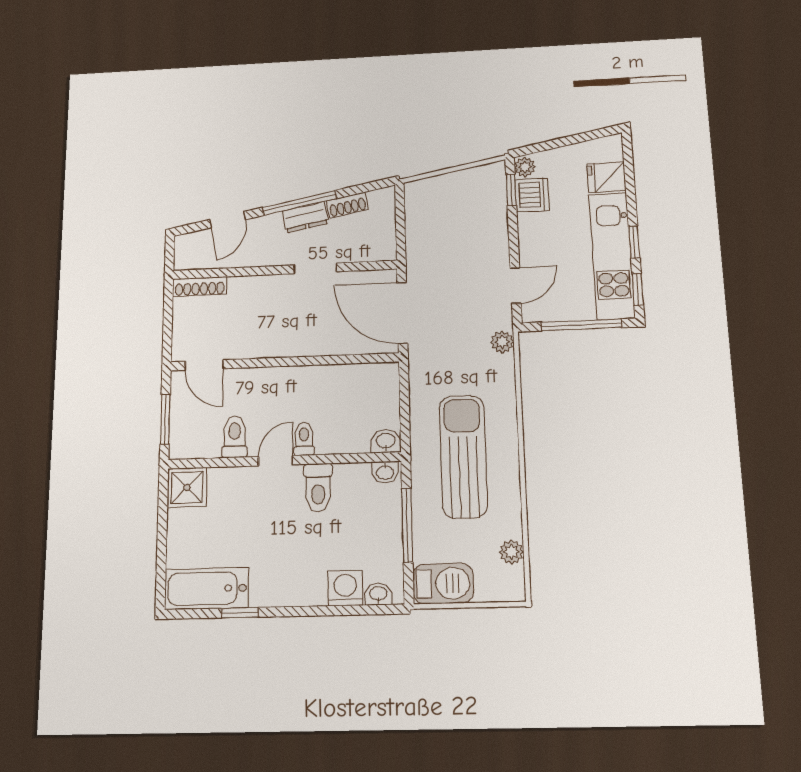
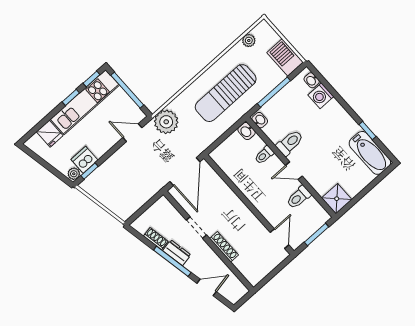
shoe rack: (200, 286) -> (224, 247), moved
plant: (502, 342) -> (166, 122), width x1.87, depth x1.87
toilet: (304, 439) -> (264, 155), moved

